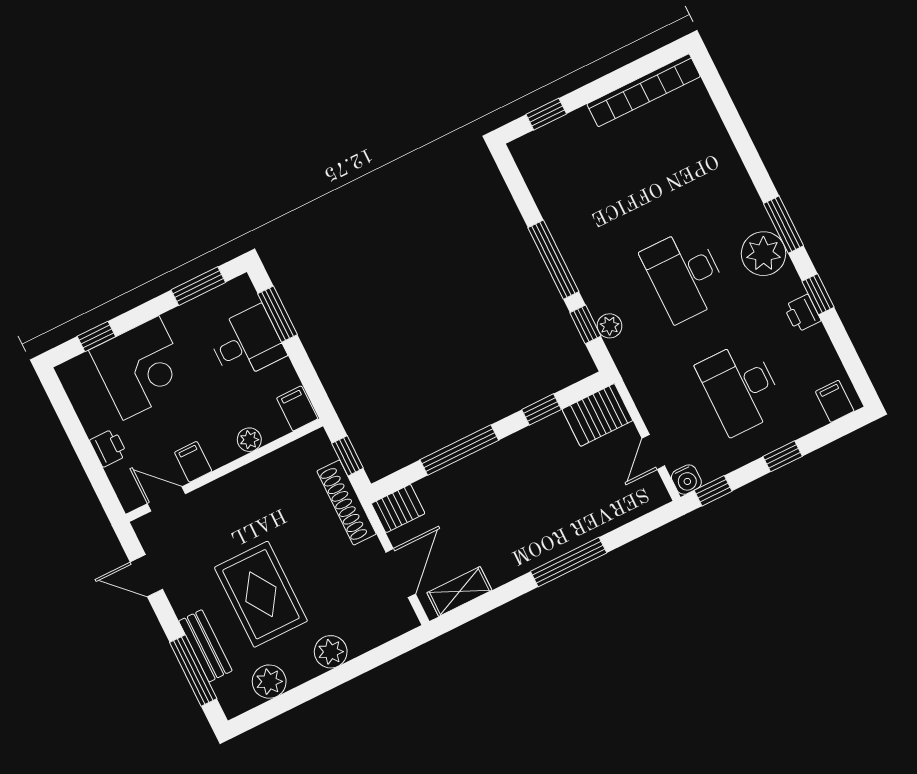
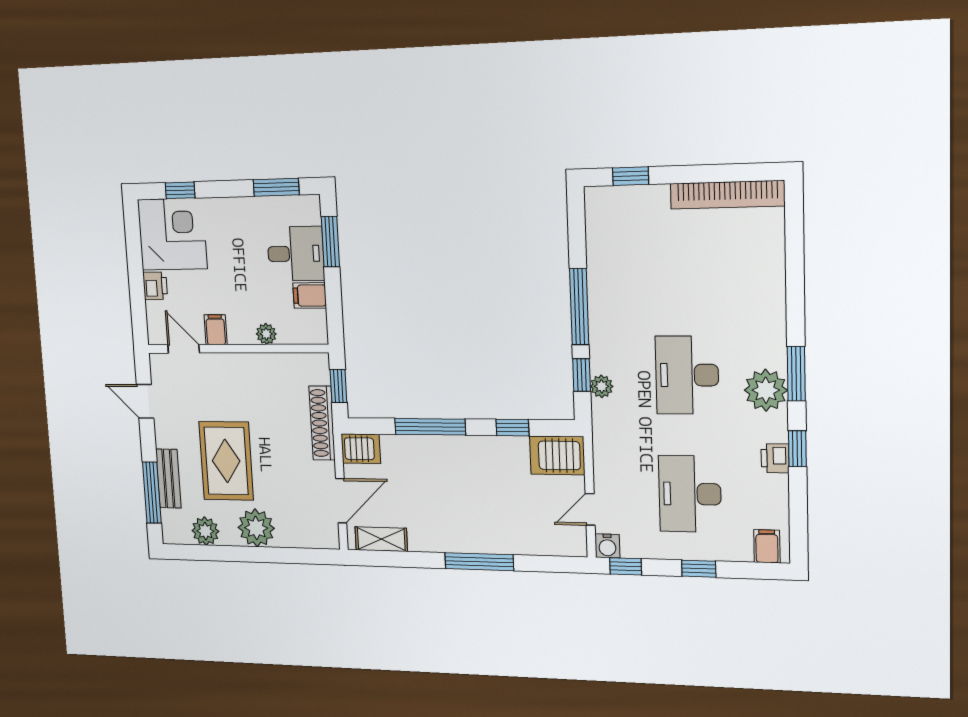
corner desk: (141, 368) -> (172, 234), moved, turned -90
filing cabinet: (297, 408) -> (310, 296), moved, turned -90
plant: (331, 652) -> (256, 528), width x1.36, depth x1.36

